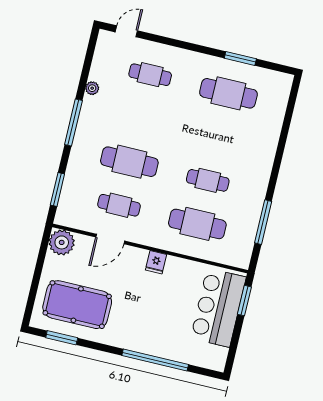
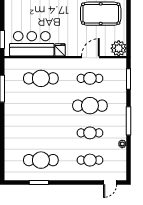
cafe table: (208, 180) -> (90, 133), moved
bar counter: (218, 308) -> (32, 44), moved, turned -90

